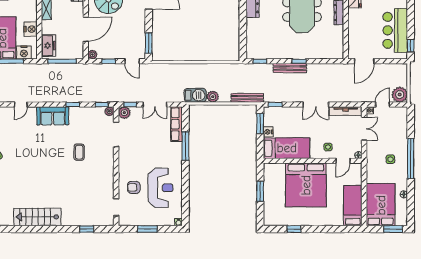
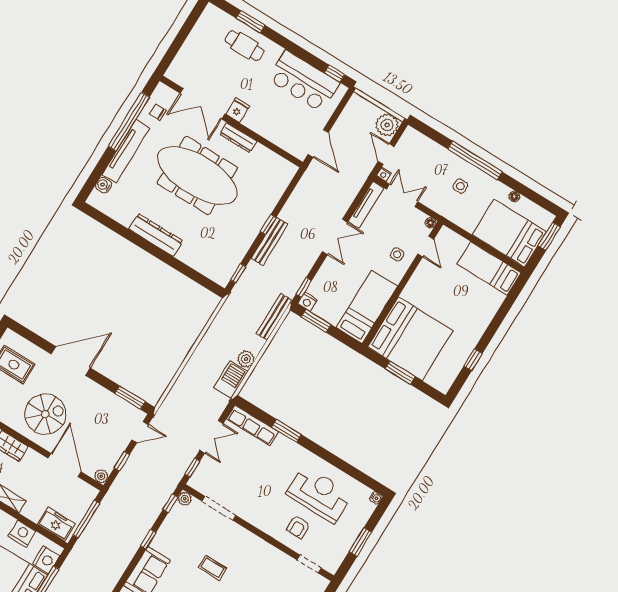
plant: (124, 113) -> (198, 481), removed
nightstand: (268, 132) -> (307, 302), moved
window: (185, 146) -> (286, 431), width x0.69
bed: (306, 185) -> (410, 339), moved

